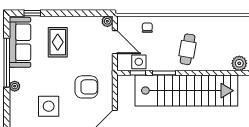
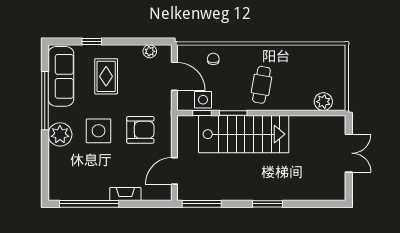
window: (32, 13) -> (92, 41), moved
plant: (107, 21) -> (150, 51), moved
plant: (15, 86) -> (60, 134), width x1.88, depth x1.88
stairs: (186, 91) -> (244, 134), width x0.73
side table: (49, 106) -> (99, 131), moved

